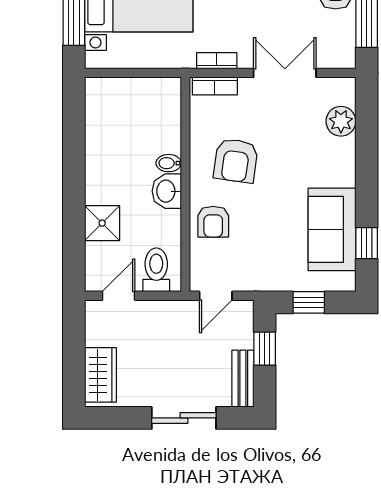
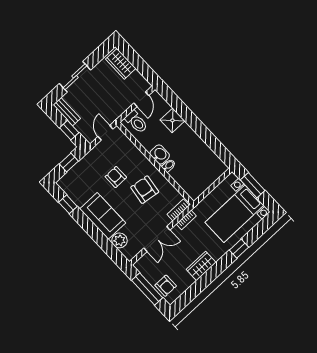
armchair: (213, 222) -> (116, 177), moved
sofa: (332, 229) -> (103, 216), moved

